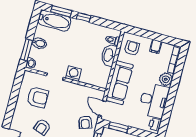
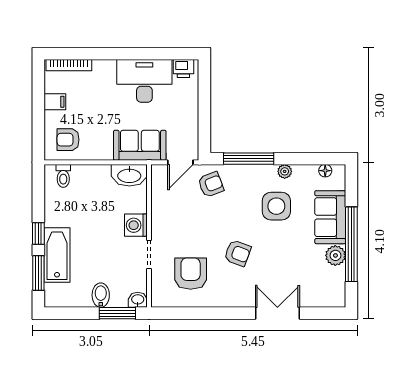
bathtub: (54, 21) -> (57, 255), moved
washbasin: (109, 55) -> (129, 175), moved
plant: (166, 79) -> (104, 70), removed
sofa: (119, 83) -> (140, 145), width x0.73
window: (118, 127) -> (204, 127), removed

